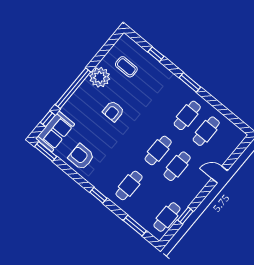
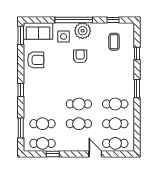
plant: (100, 77) -> (83, 31), moved
side table: (81, 111) -> (64, 36), added
armchair: (113, 111) -> (80, 56), turned 90
window: (48, 119) -> (113, 20), moved
cafe table: (225, 147) -> (115, 143), added
armchair: (81, 157) -> (36, 60), turned 90
cafe table: (129, 186) -> (42, 124), moved

